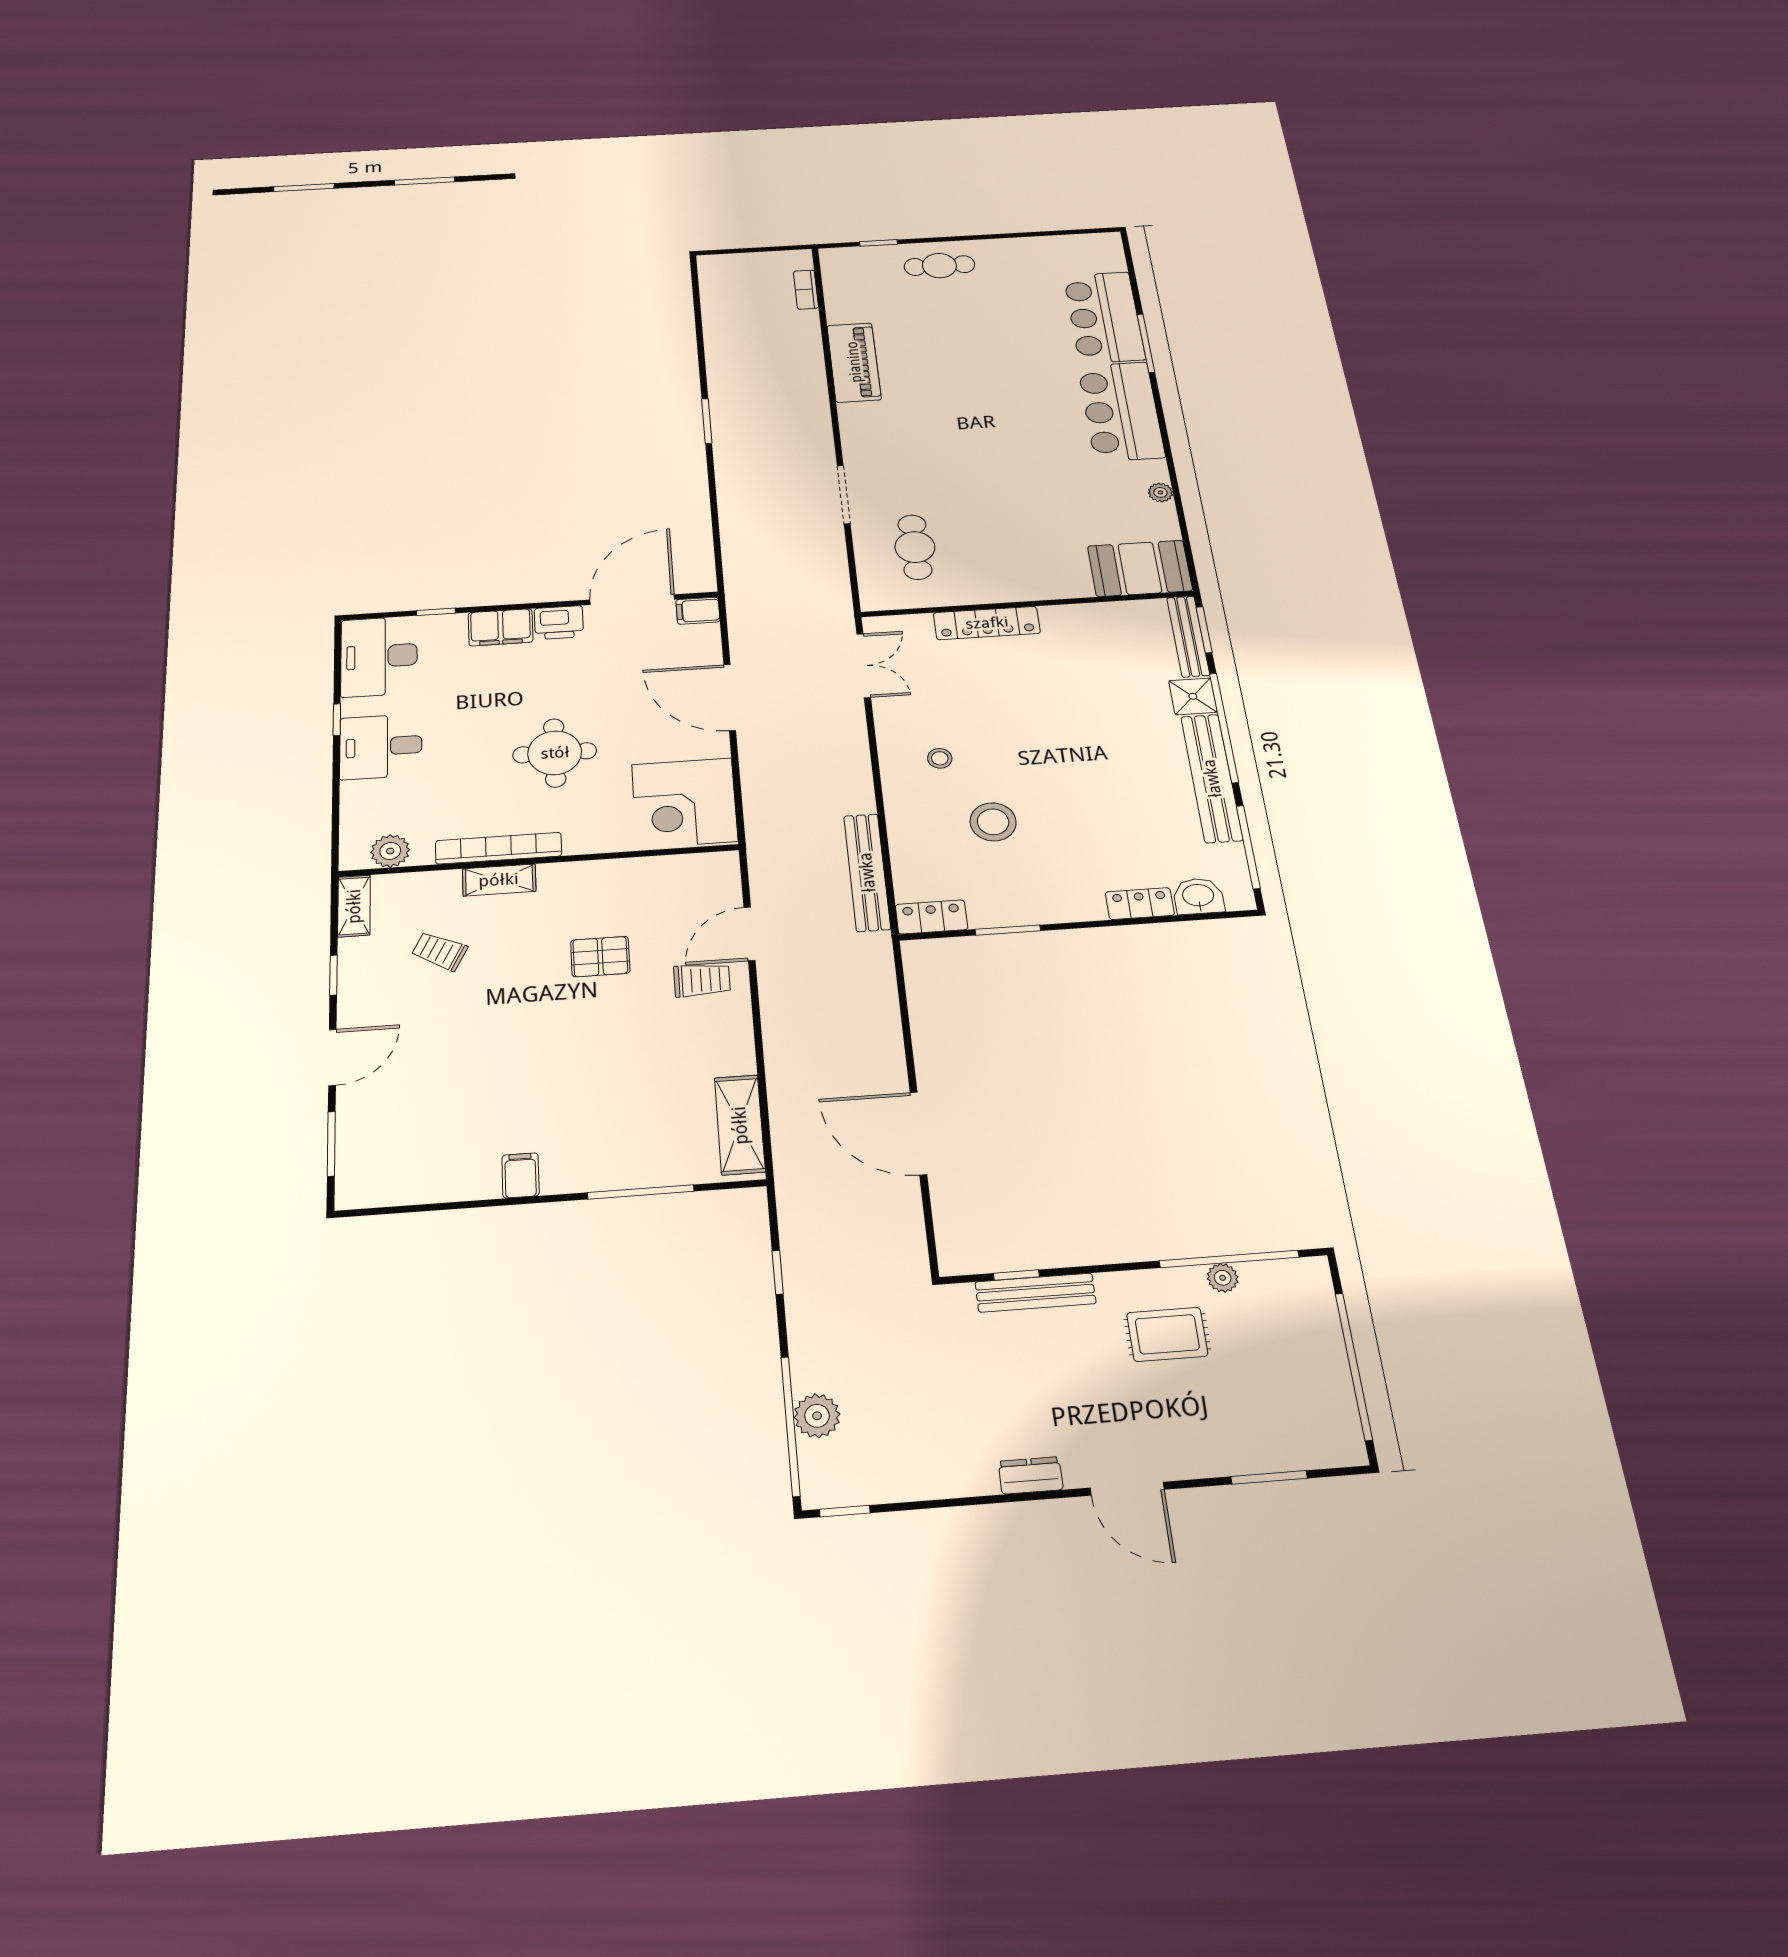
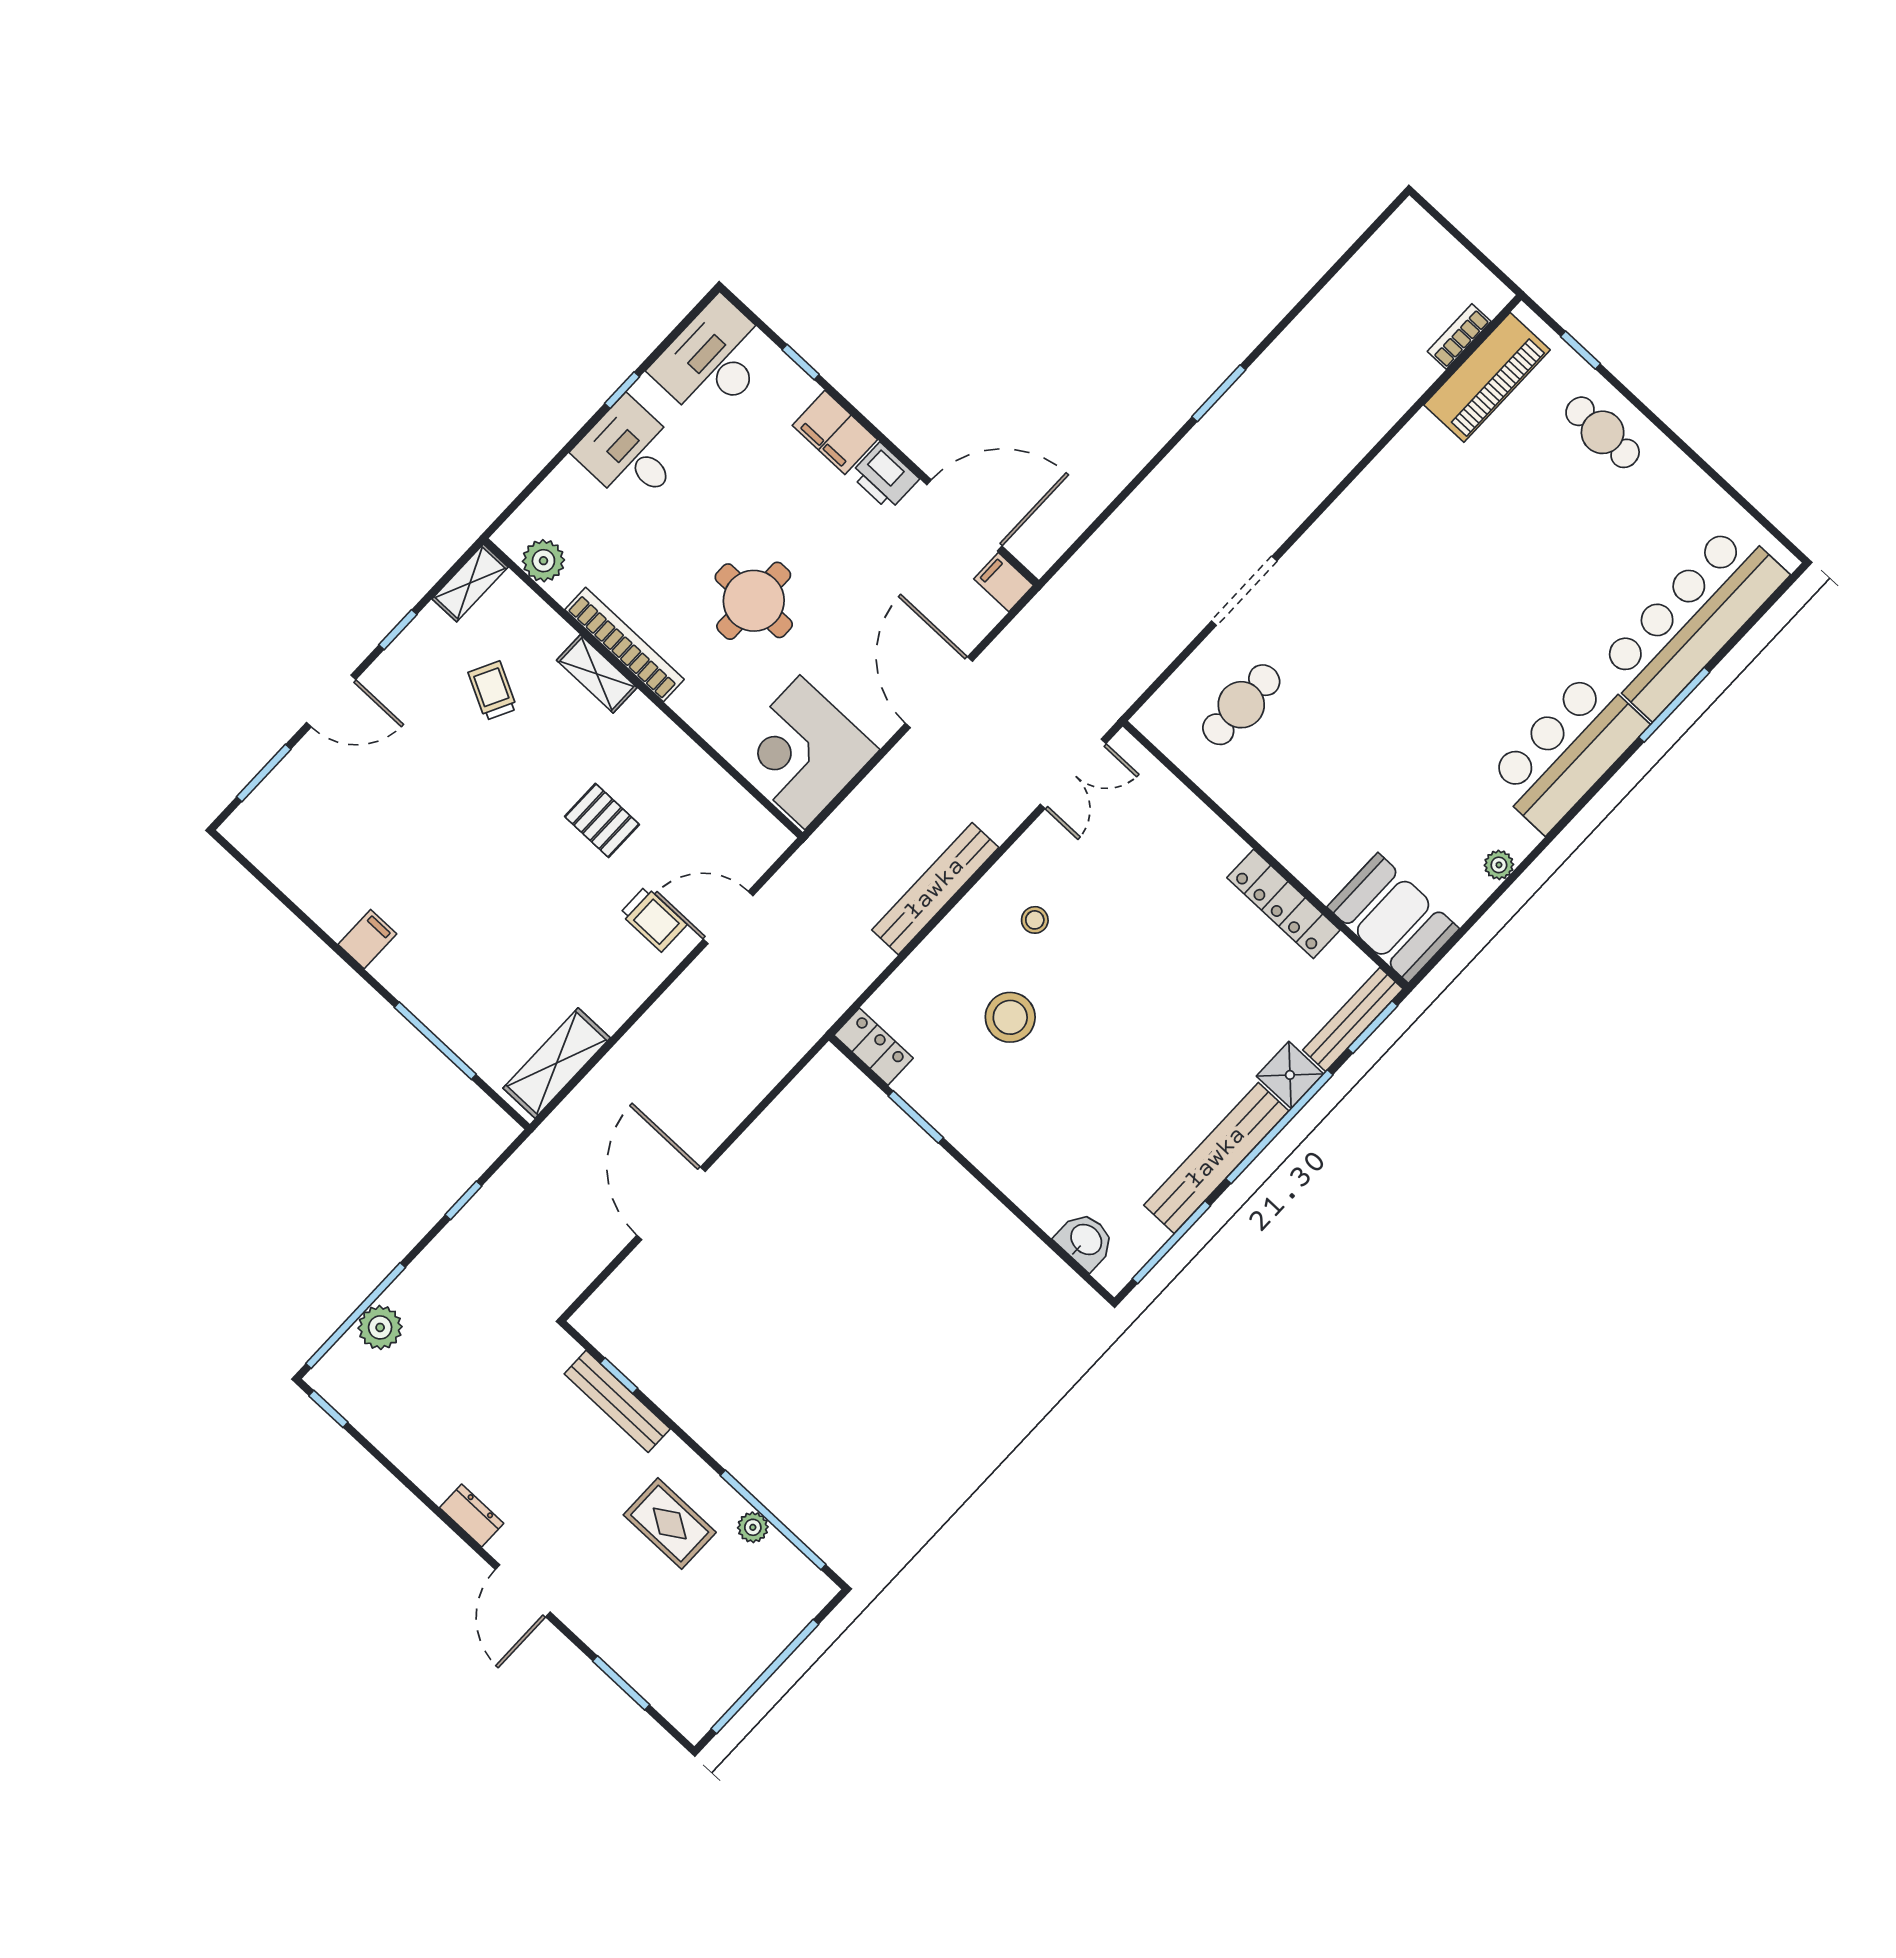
bar counter: (1104, 317) -> (1692, 620), width x1.36
piano: (854, 362) -> (1487, 377), moved
locker: (987, 623) -> (1283, 904), moved
bench: (867, 872) -> (935, 889), moved
locker: (1140, 904) -> (1036, 1200), removed

